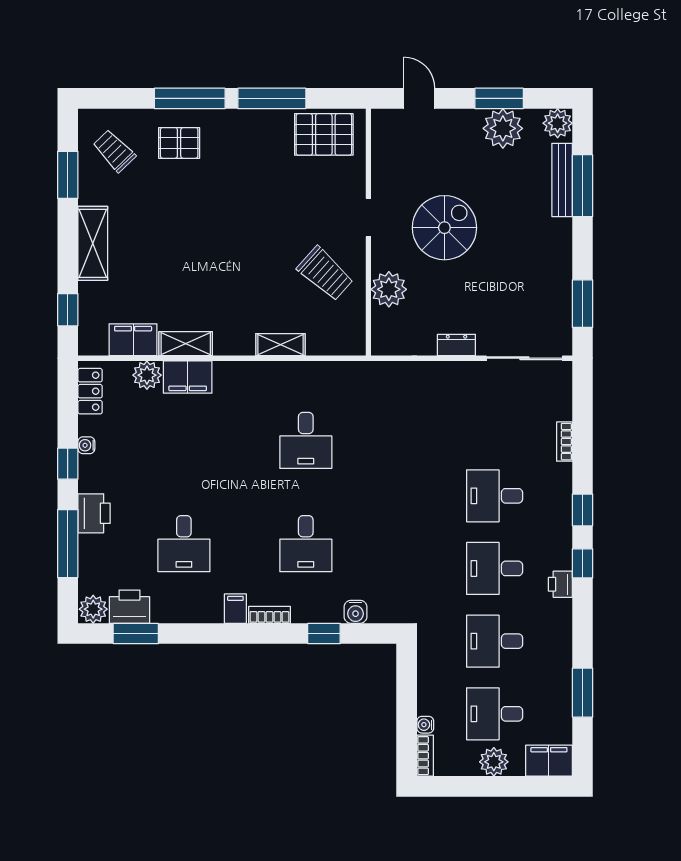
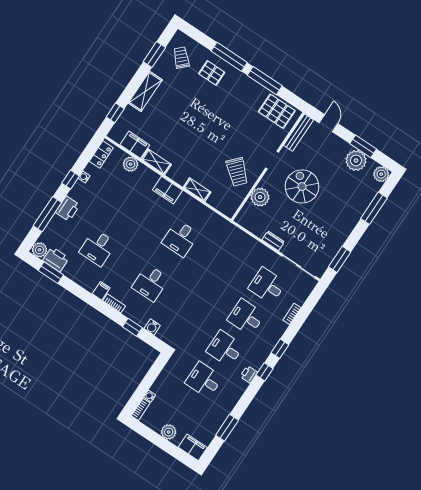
bench: (562, 180) -> (299, 132), moved
spiral stairs: (444, 228) -> (302, 187), turned -90
filing cabinet: (188, 377) -> (168, 190), moved
desk: (495, 714) -> (267, 286), moved

